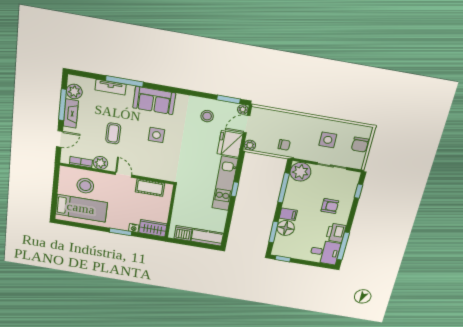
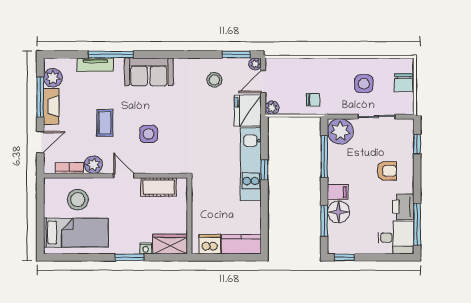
side table: (156, 135) -> (149, 134), moved

